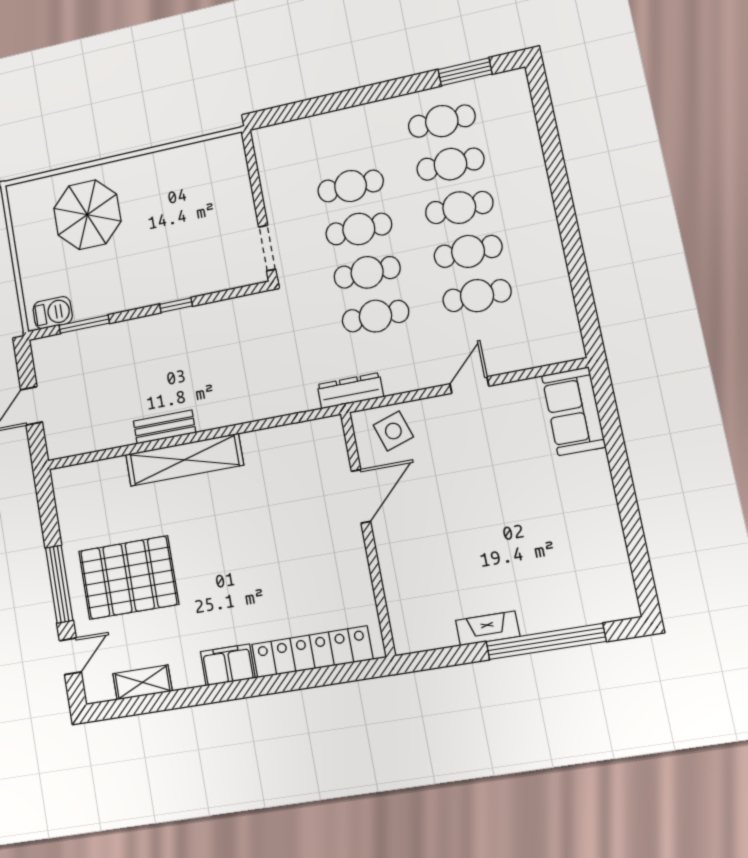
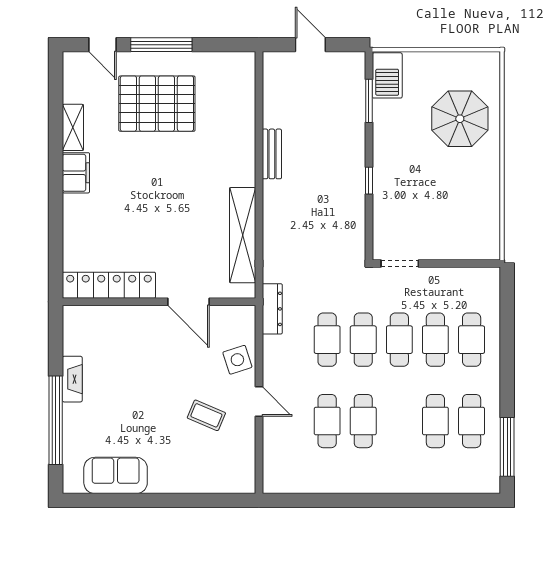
window: (465, 72) -> (507, 447), width x1.44
cafe table: (459, 208) -> (472, 340), moved
barbecue: (53, 313) -> (387, 75), width x1.38, depth x1.27
sofa: (574, 411) -> (116, 475), moved
side table: (393, 431) -> (237, 360), moved
coffee table: (500, 448) -> (206, 415), added
shelving: (184, 460) -> (243, 235), moved
pallet: (129, 578) -> (157, 104), turned 90
locker: (312, 652) -> (109, 285), moved, turned -90
shelving: (142, 682) -> (73, 127), moved

